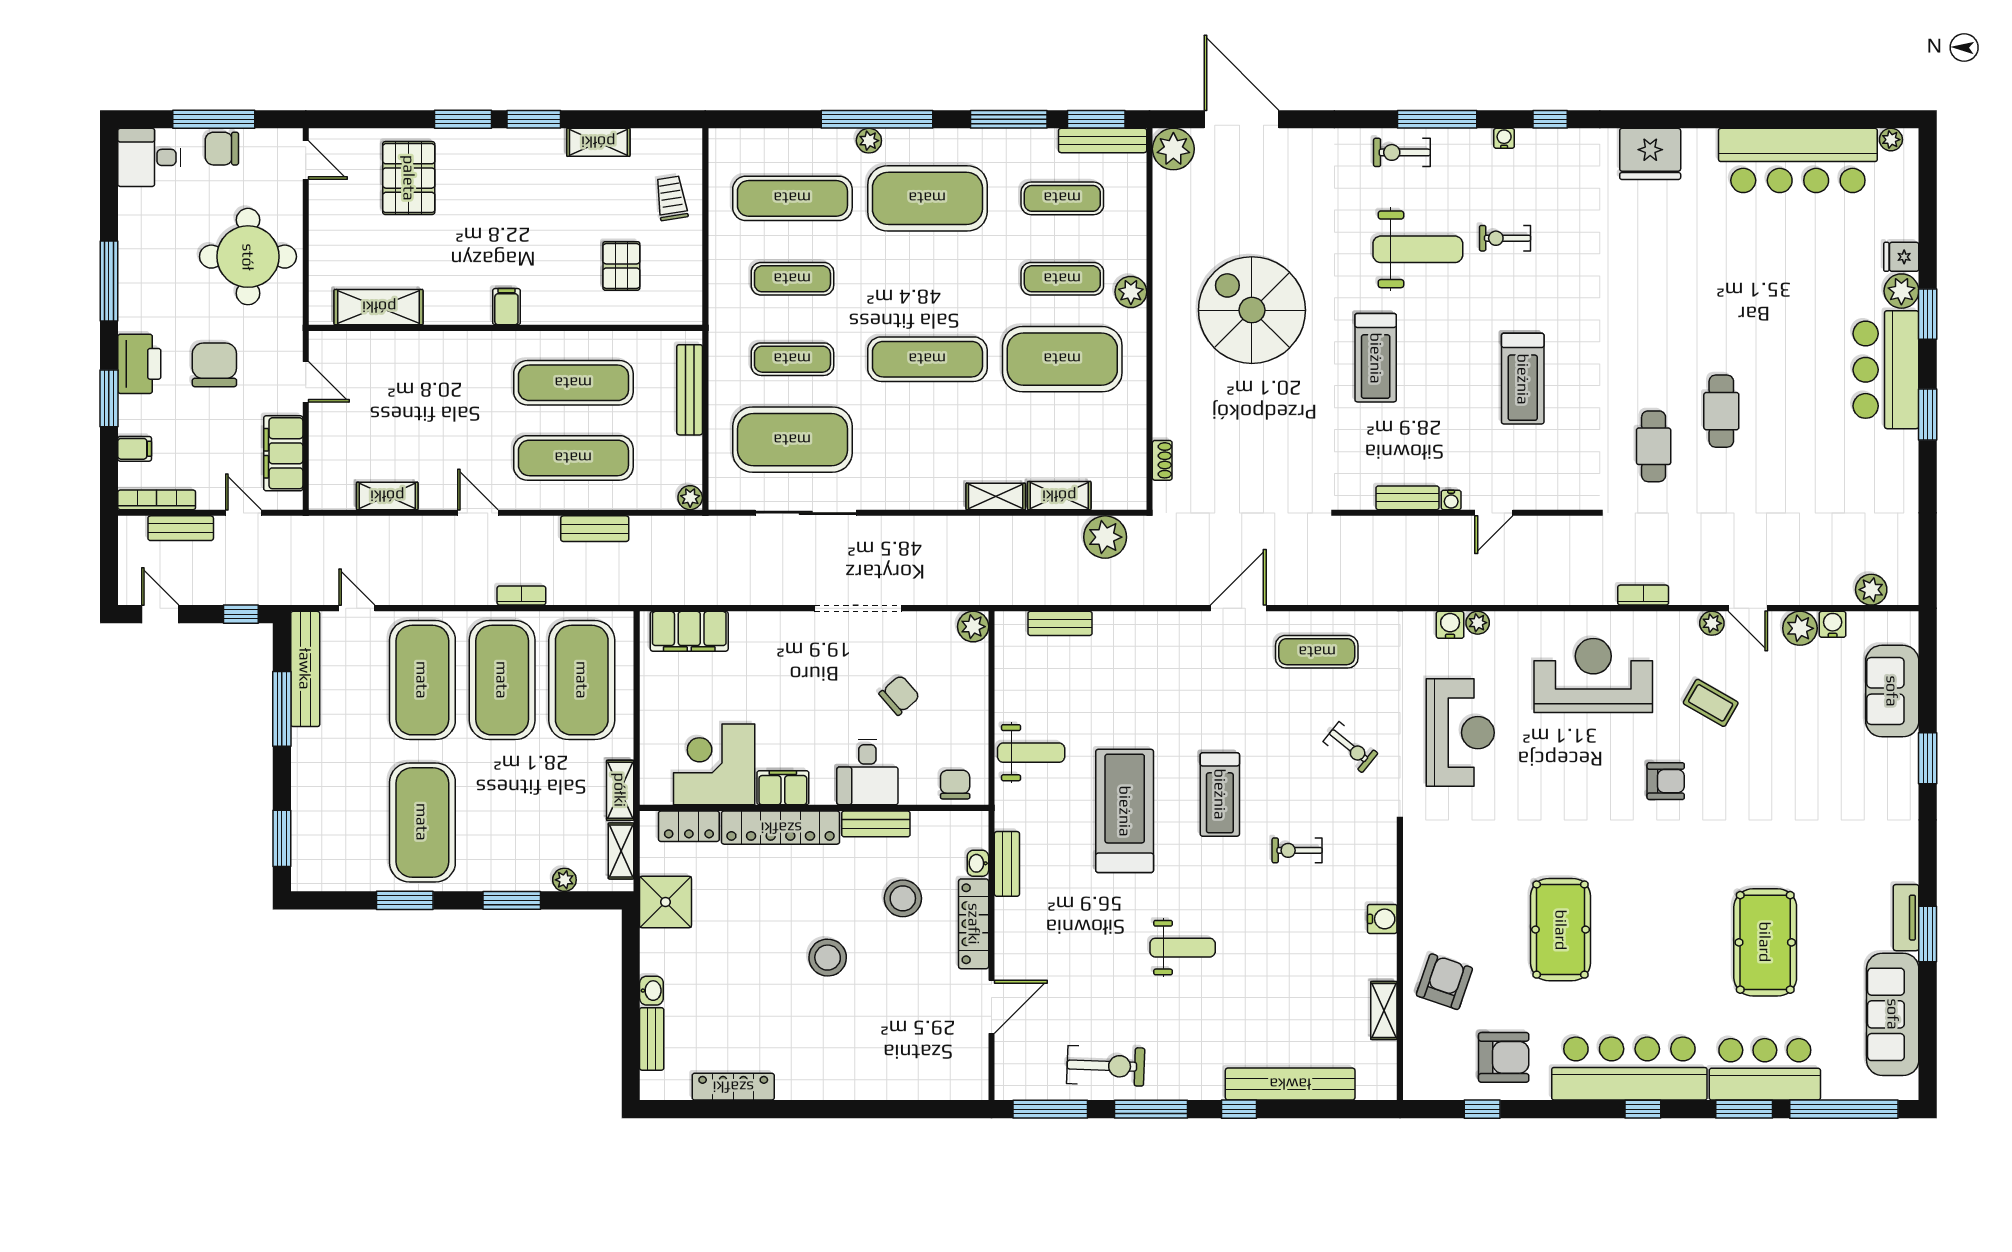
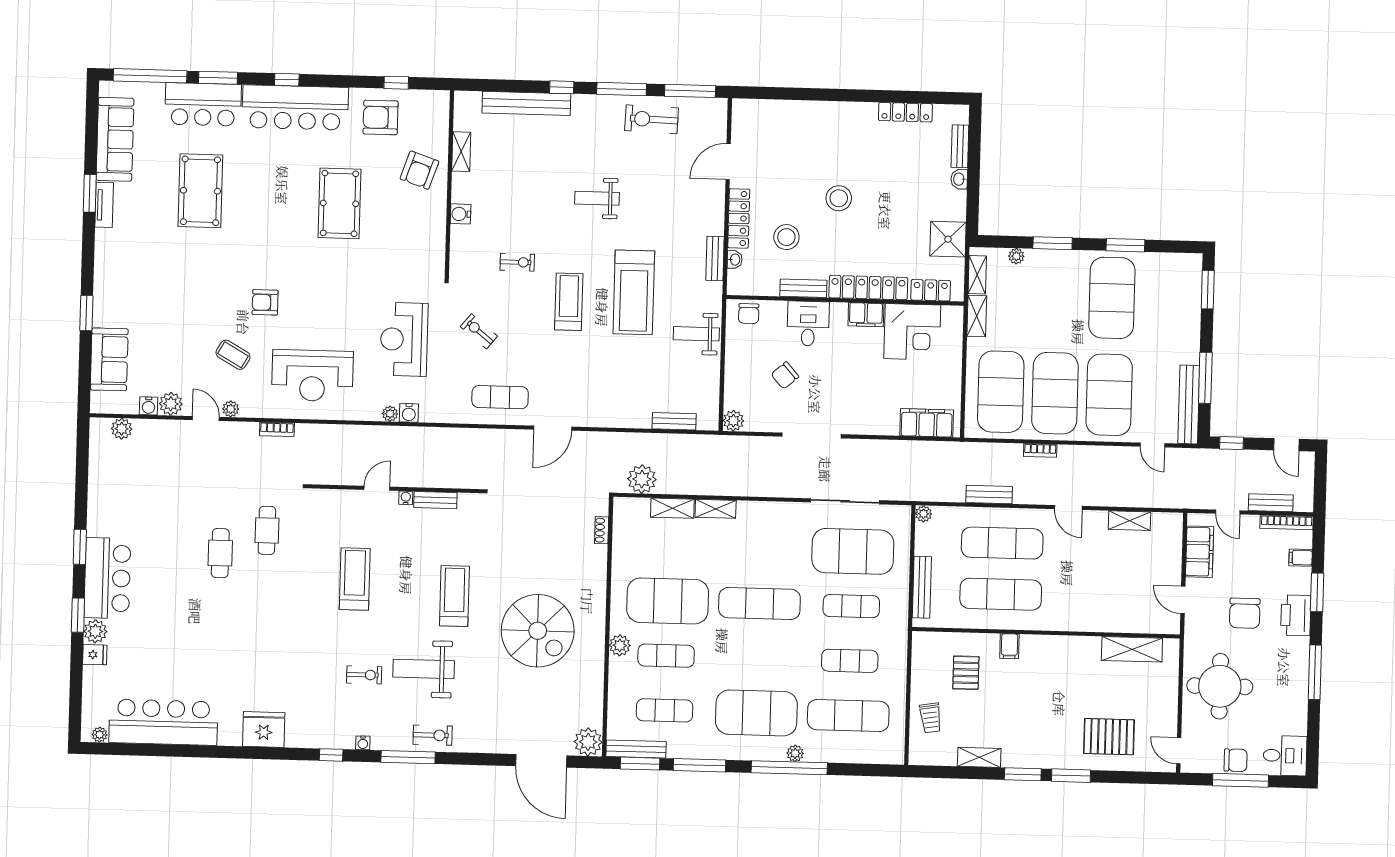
pallet: (409, 178) -> (1109, 737), turned 90
filing cabinet: (506, 307) -> (1009, 646), moved

